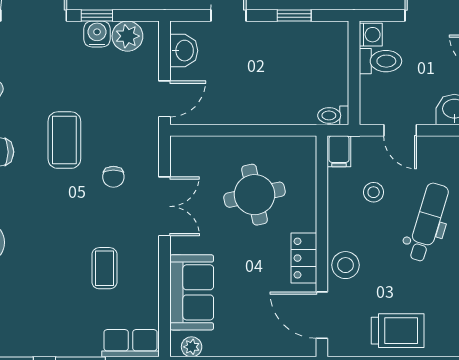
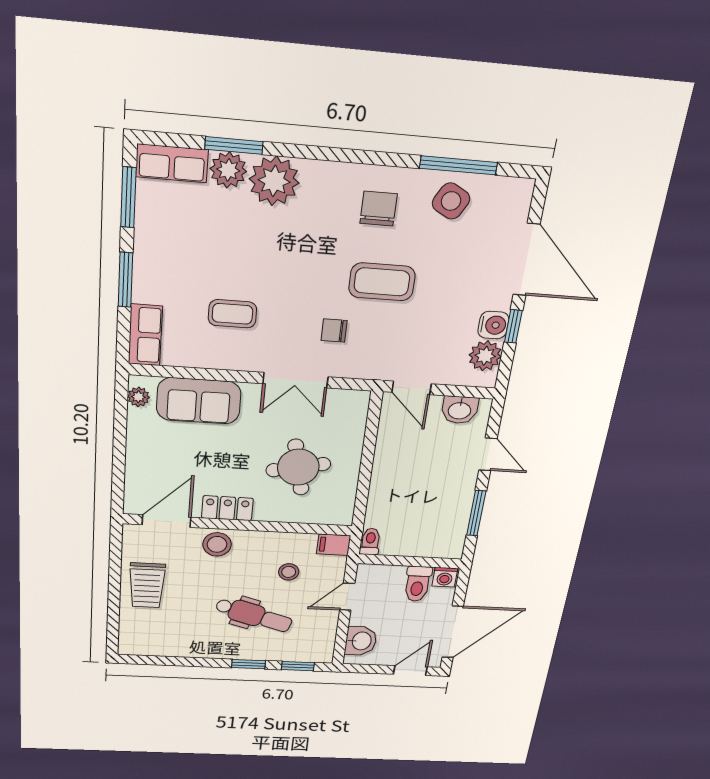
window: (294, 16) -> (476, 513), width x1.50

